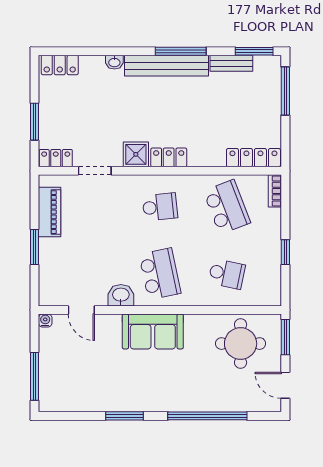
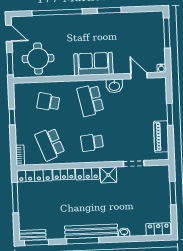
bench: (231, 63) -> (32, 235), moved
window: (285, 91) -> (15, 198), moved
locker: (56, 158) -> (64, 174), moved

